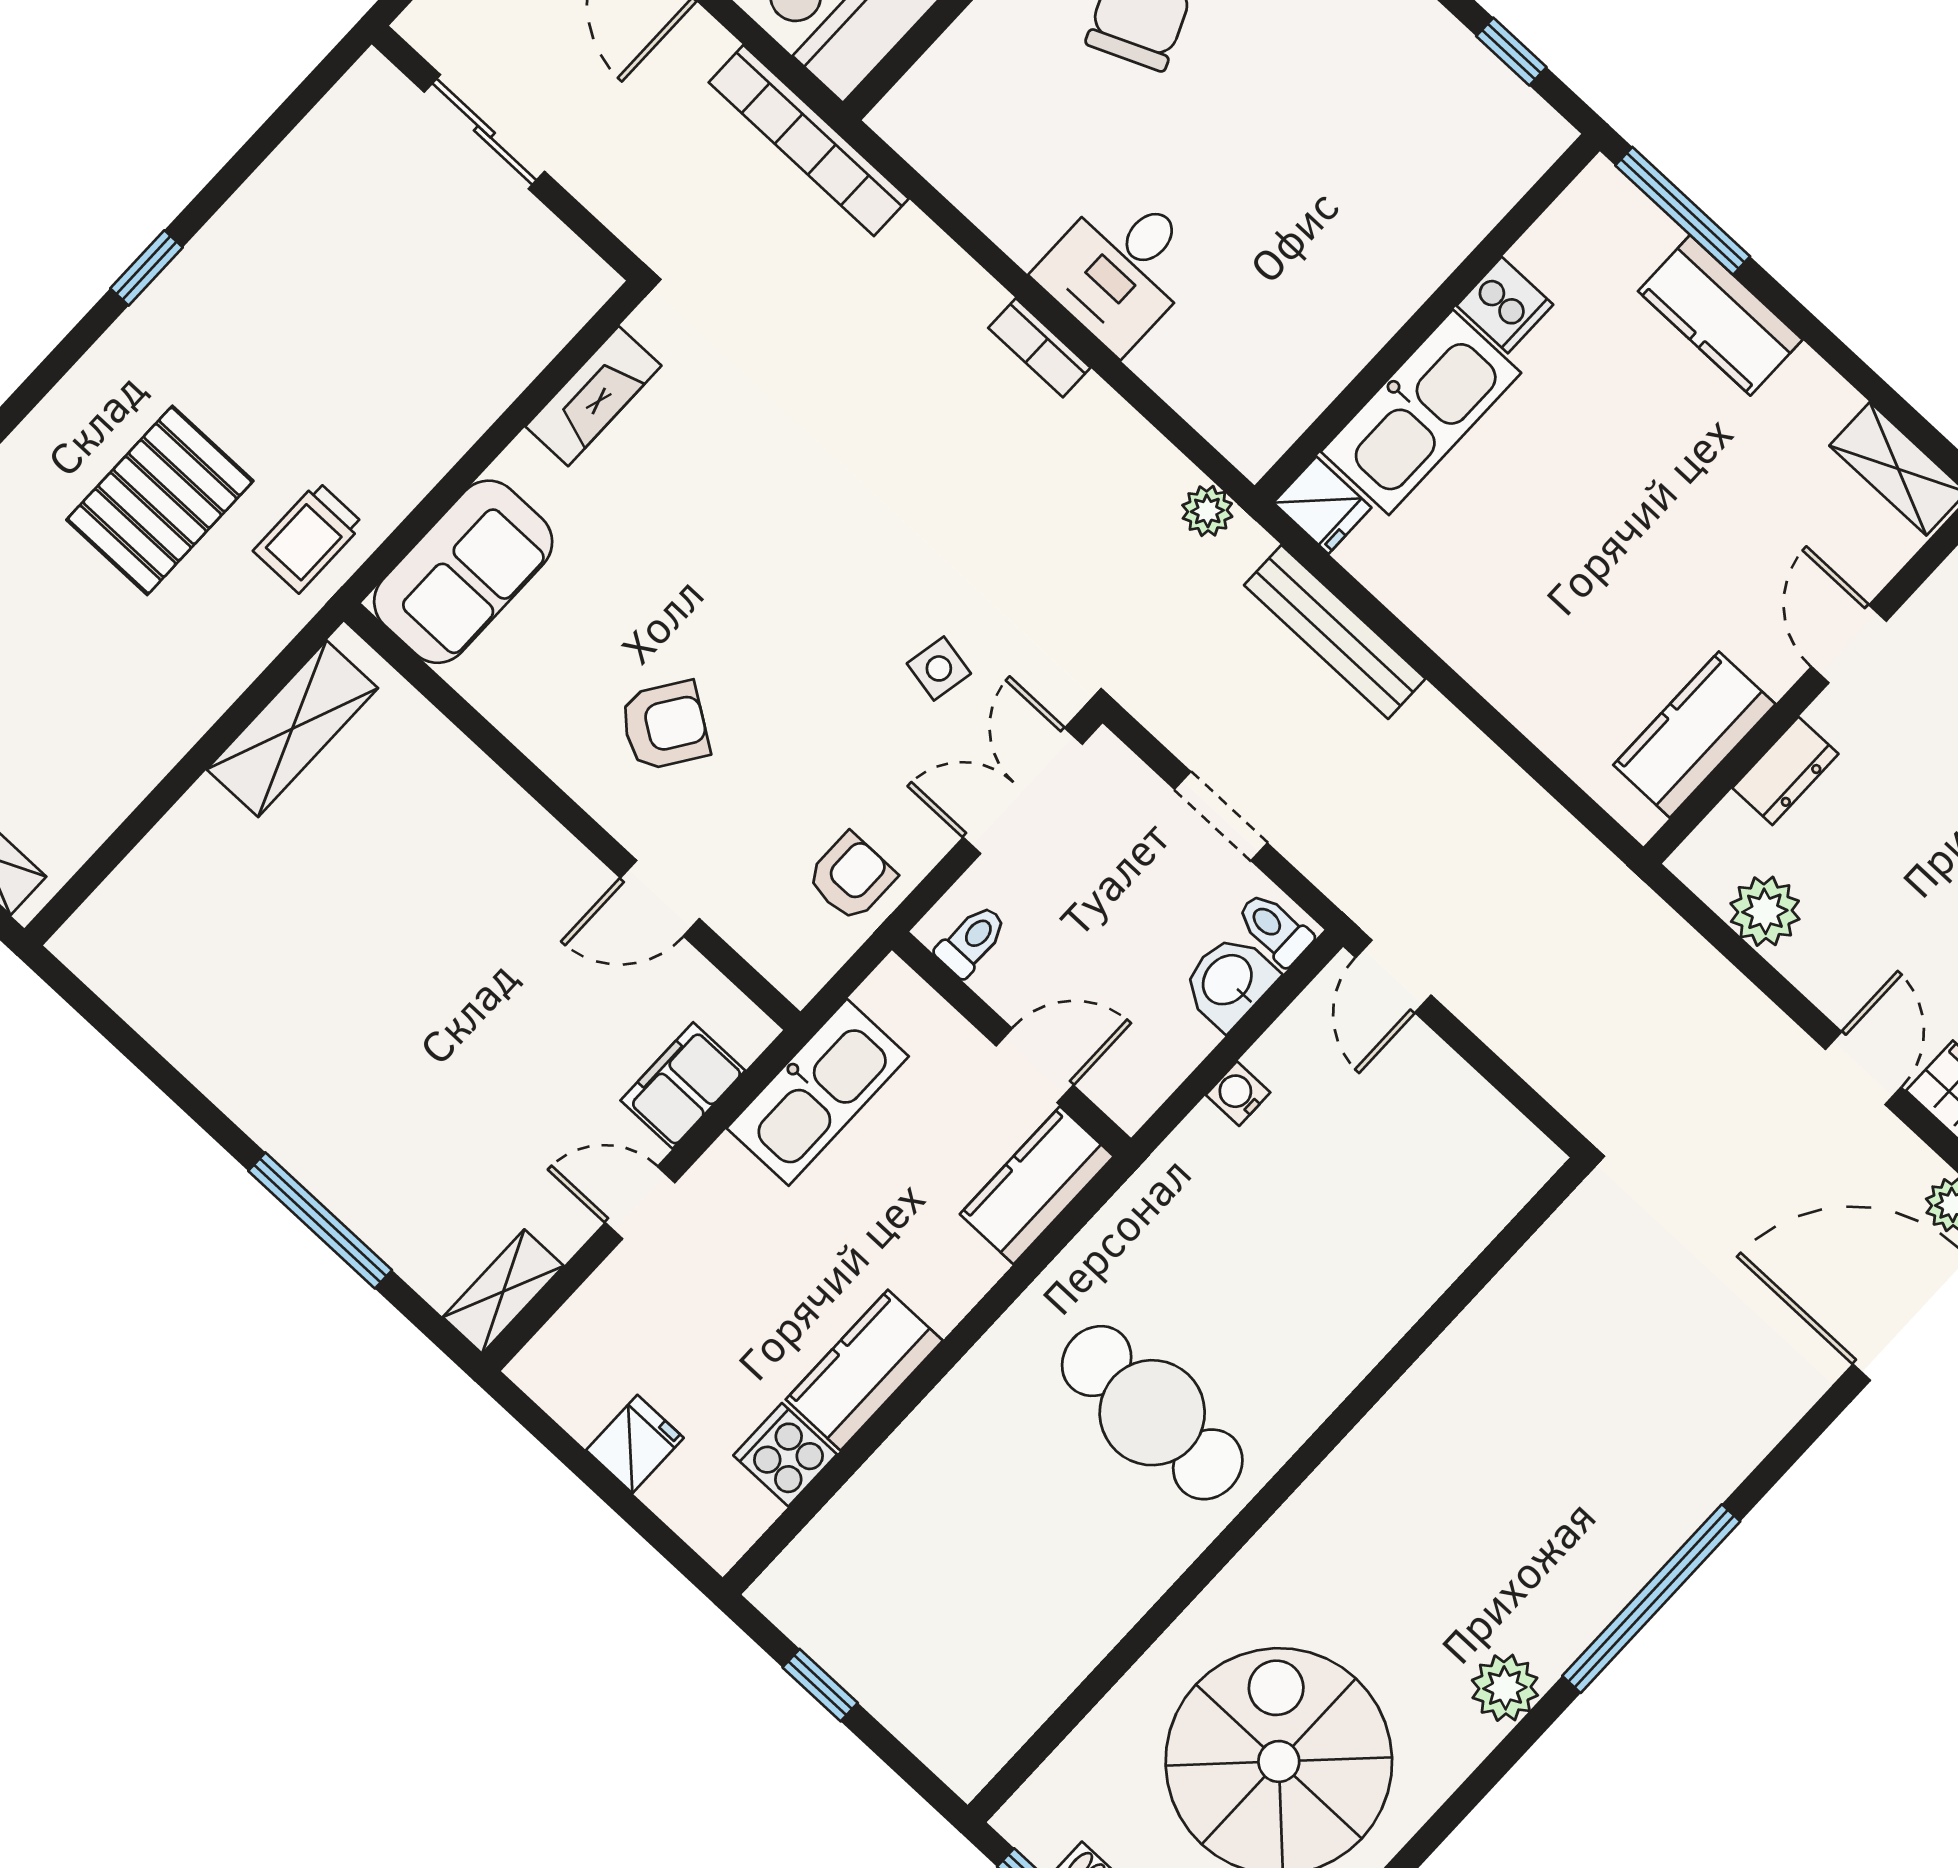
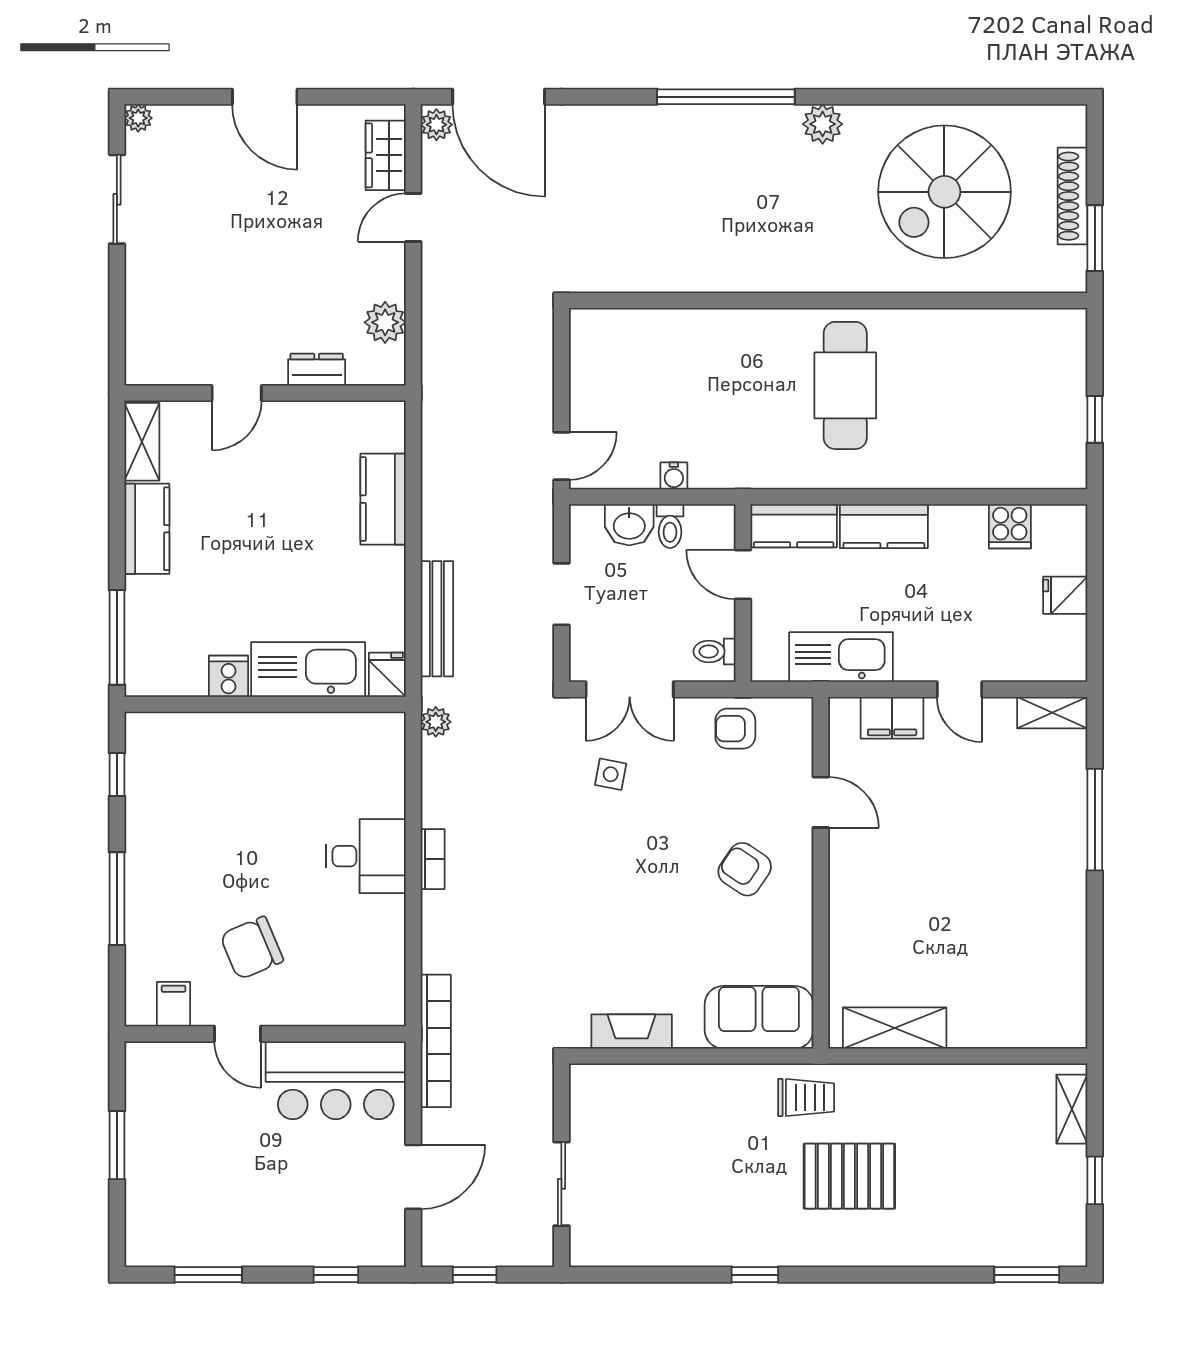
kitchen counter: (1720, 315) -> (147, 529), moved
kitchen counter: (1694, 735) -> (383, 499), moved, turned 90
toilet: (1275, 929) -> (670, 526), moved
kitchen counter: (864, 1370) -> (884, 526), moved

